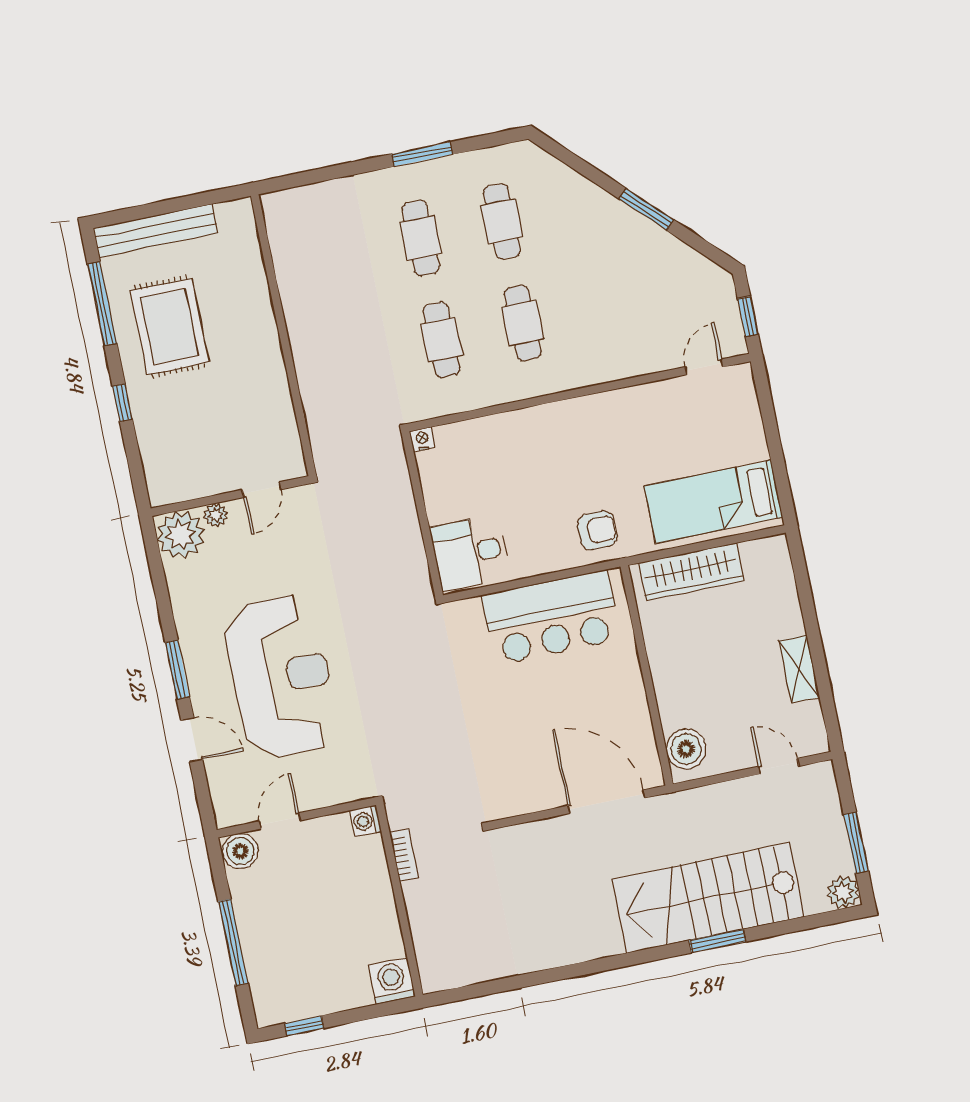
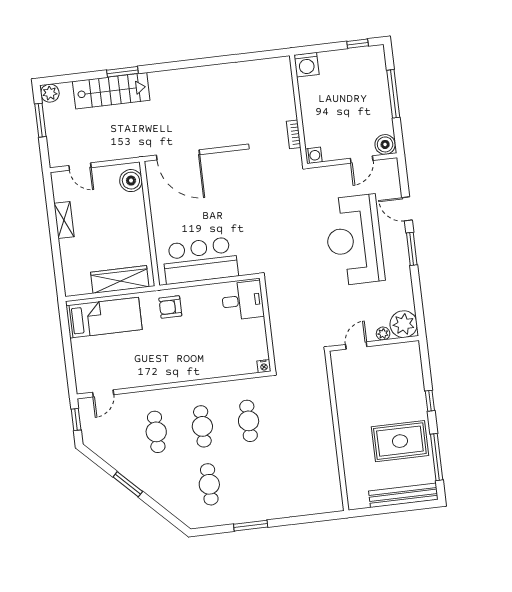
cafe table: (421, 238) -> (156, 432), moved
rug: (170, 327) -> (400, 441), turned 90
stairs: (708, 898) -> (111, 91), width x0.73, depth x0.66

